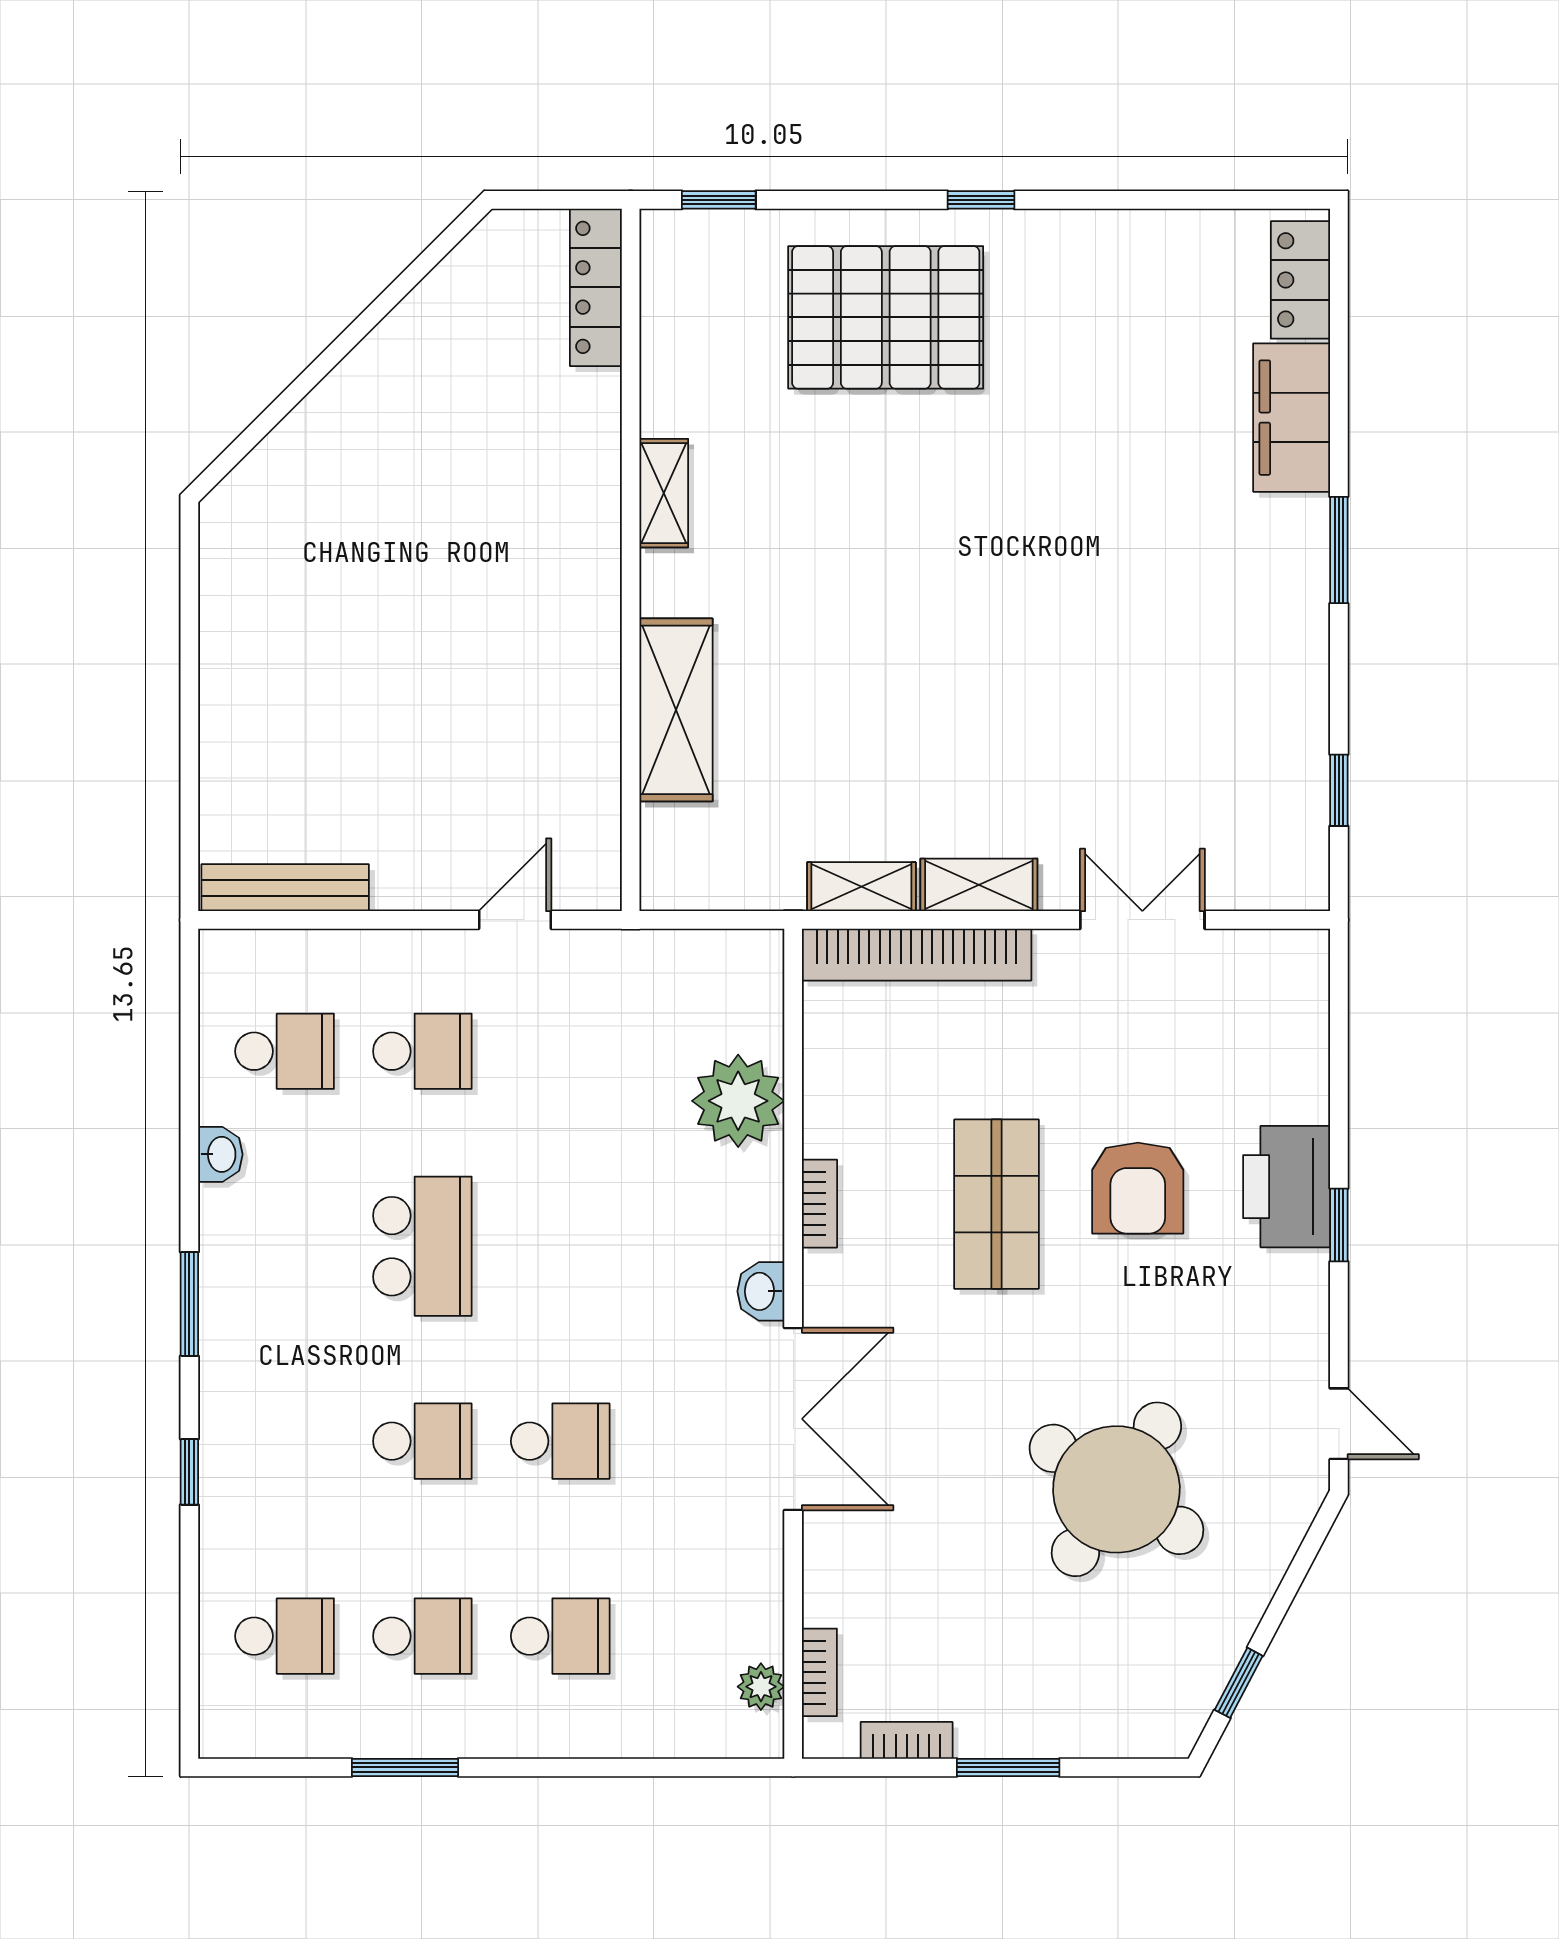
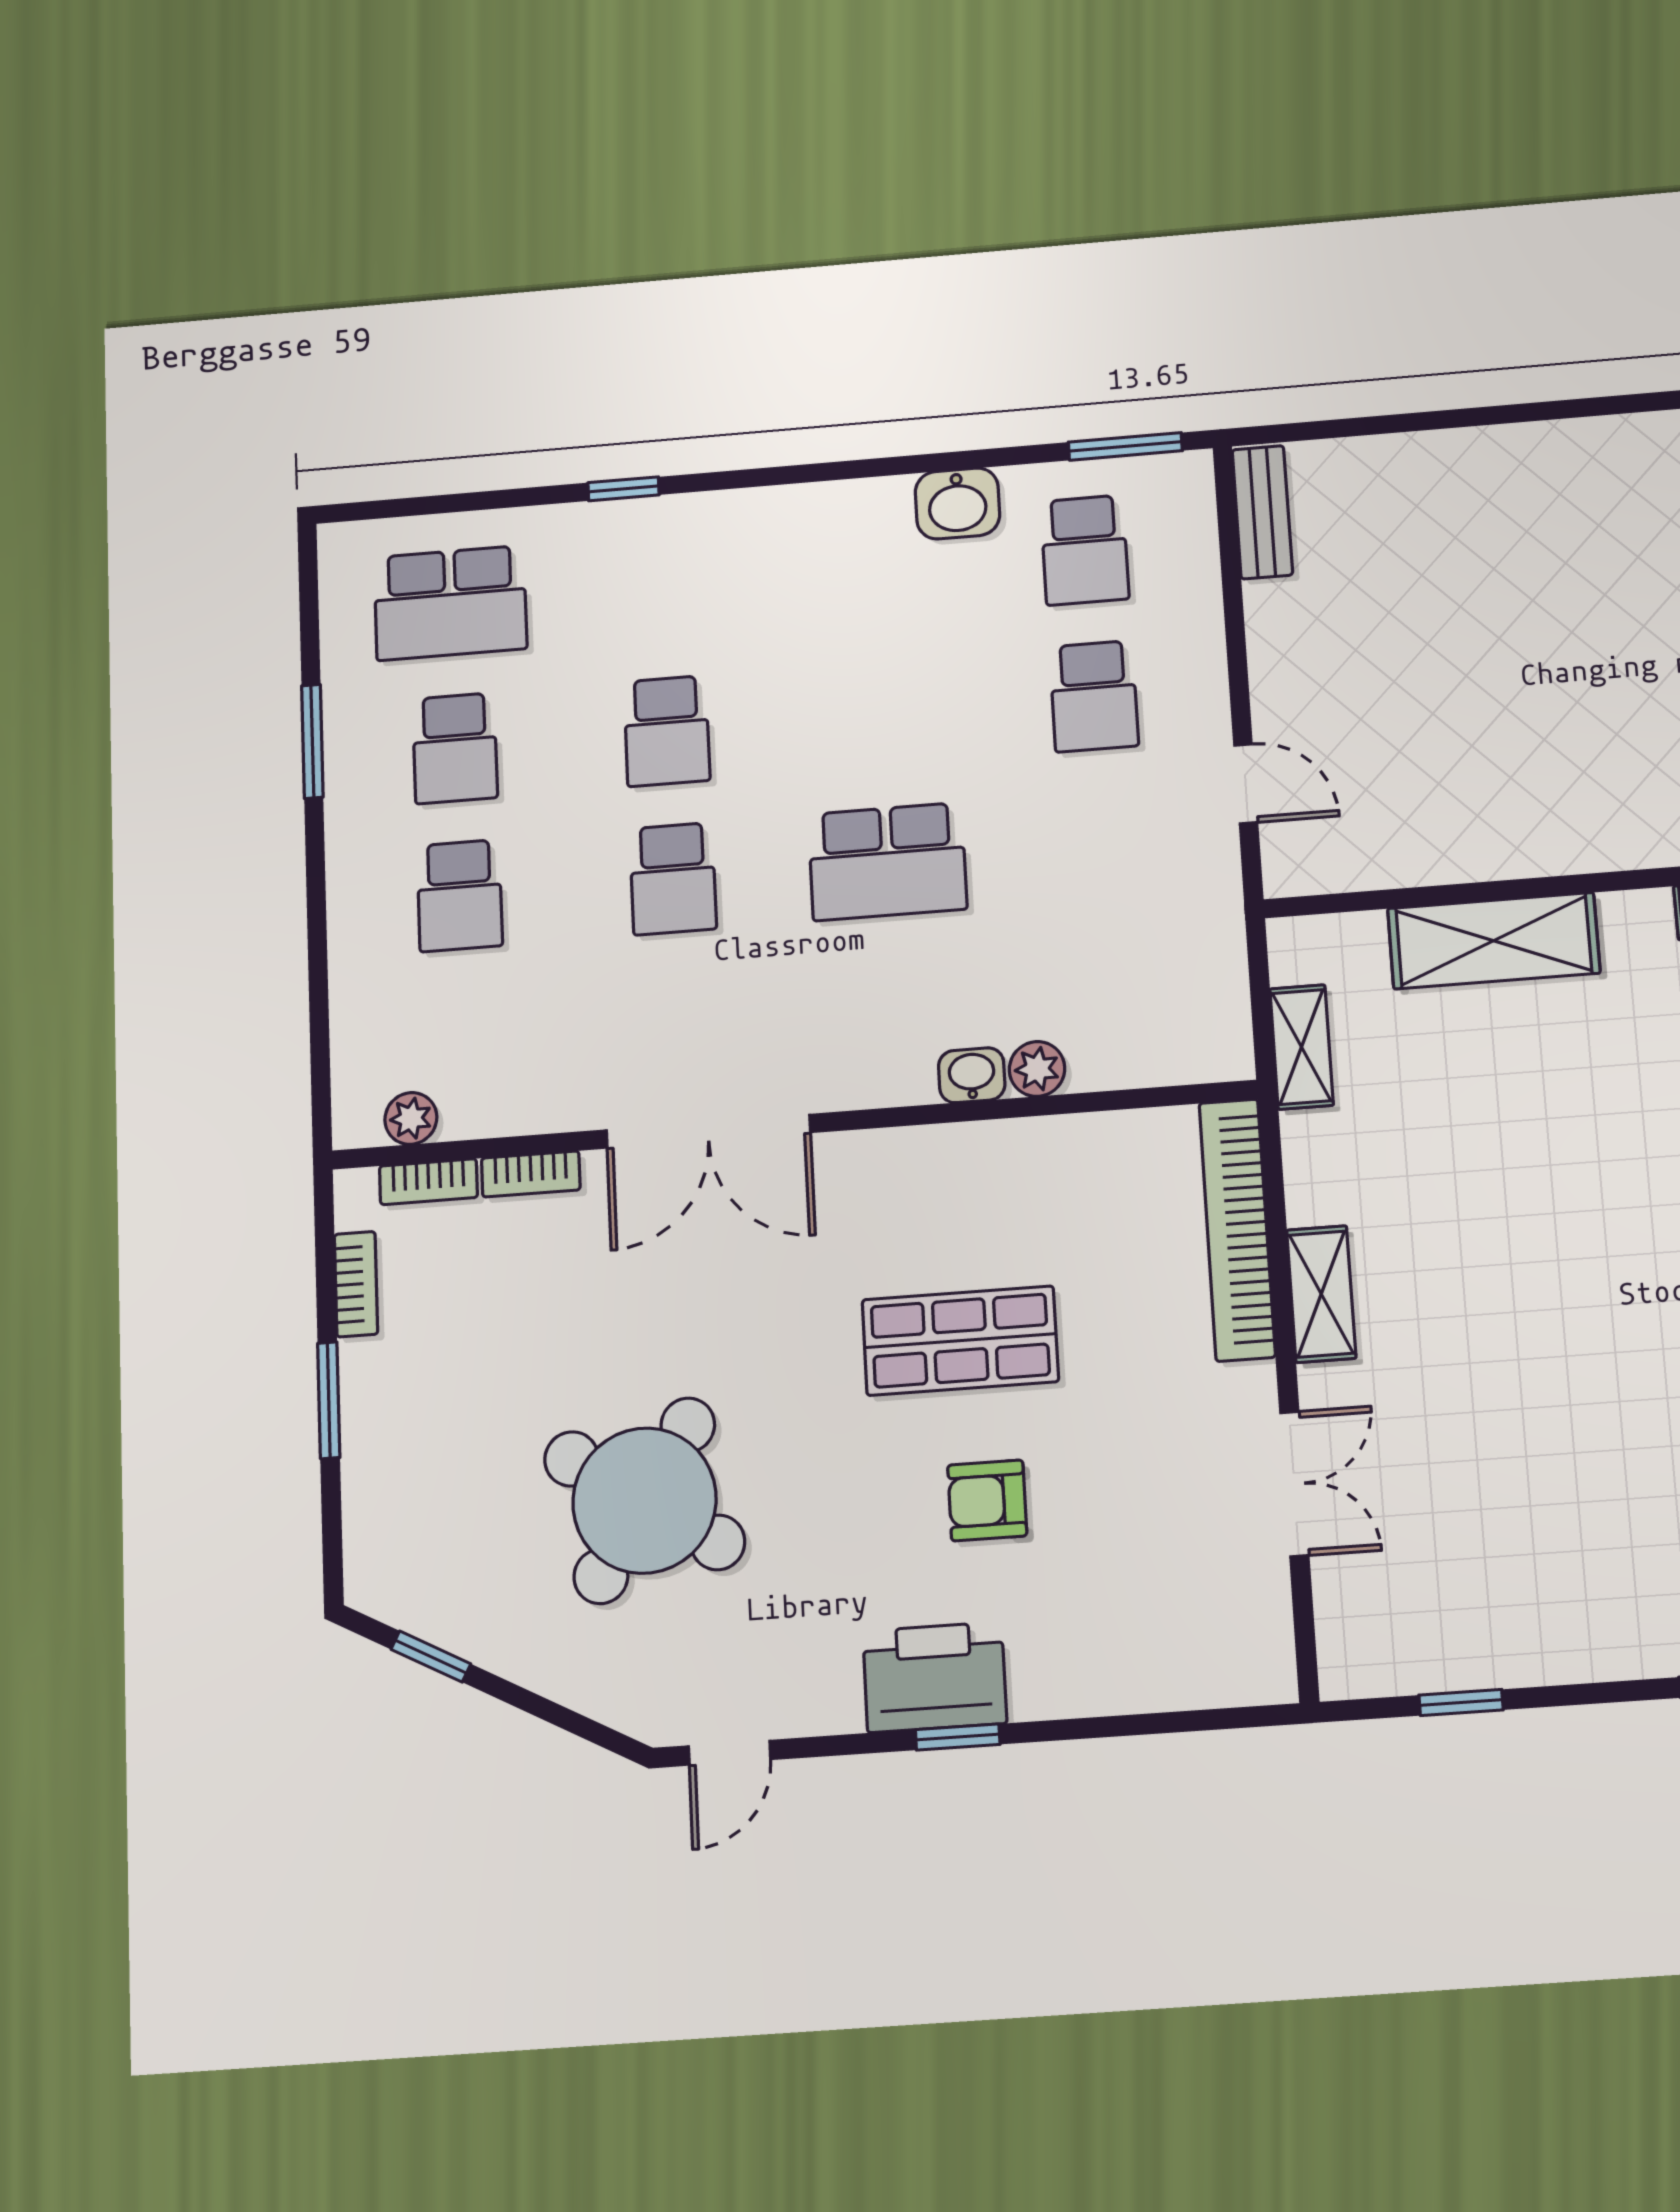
shelving: (861, 887) -> (1302, 1047), moved
bench: (285, 888) -> (1262, 512), width x0.73
plant: (738, 1101) -> (1037, 1069), width x0.53, depth x0.53
washbasin: (220, 1154) -> (957, 503), width x1.38, depth x1.45
printer: (1287, 1187) -> (935, 1677), moved
armchair: (1138, 1188) -> (987, 1500), width x0.72, depth x0.72
bookcase: (820, 1204) -> (531, 1174), moved
school desk: (422, 1246) -> (887, 862), moved
washbasin: (761, 1291) -> (972, 1075), moved
window: (189, 1304) -> (1125, 446), moved
school desk: (285, 1636) -> (450, 603), width x1.85

